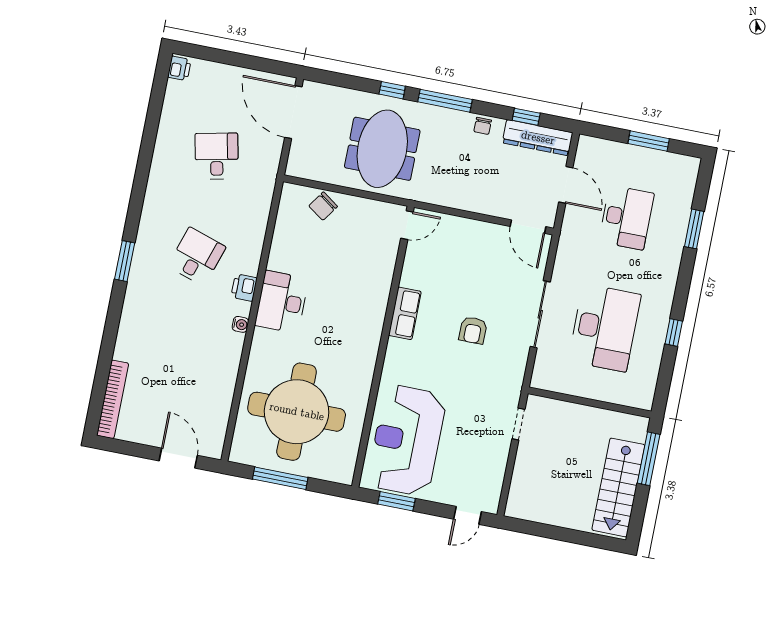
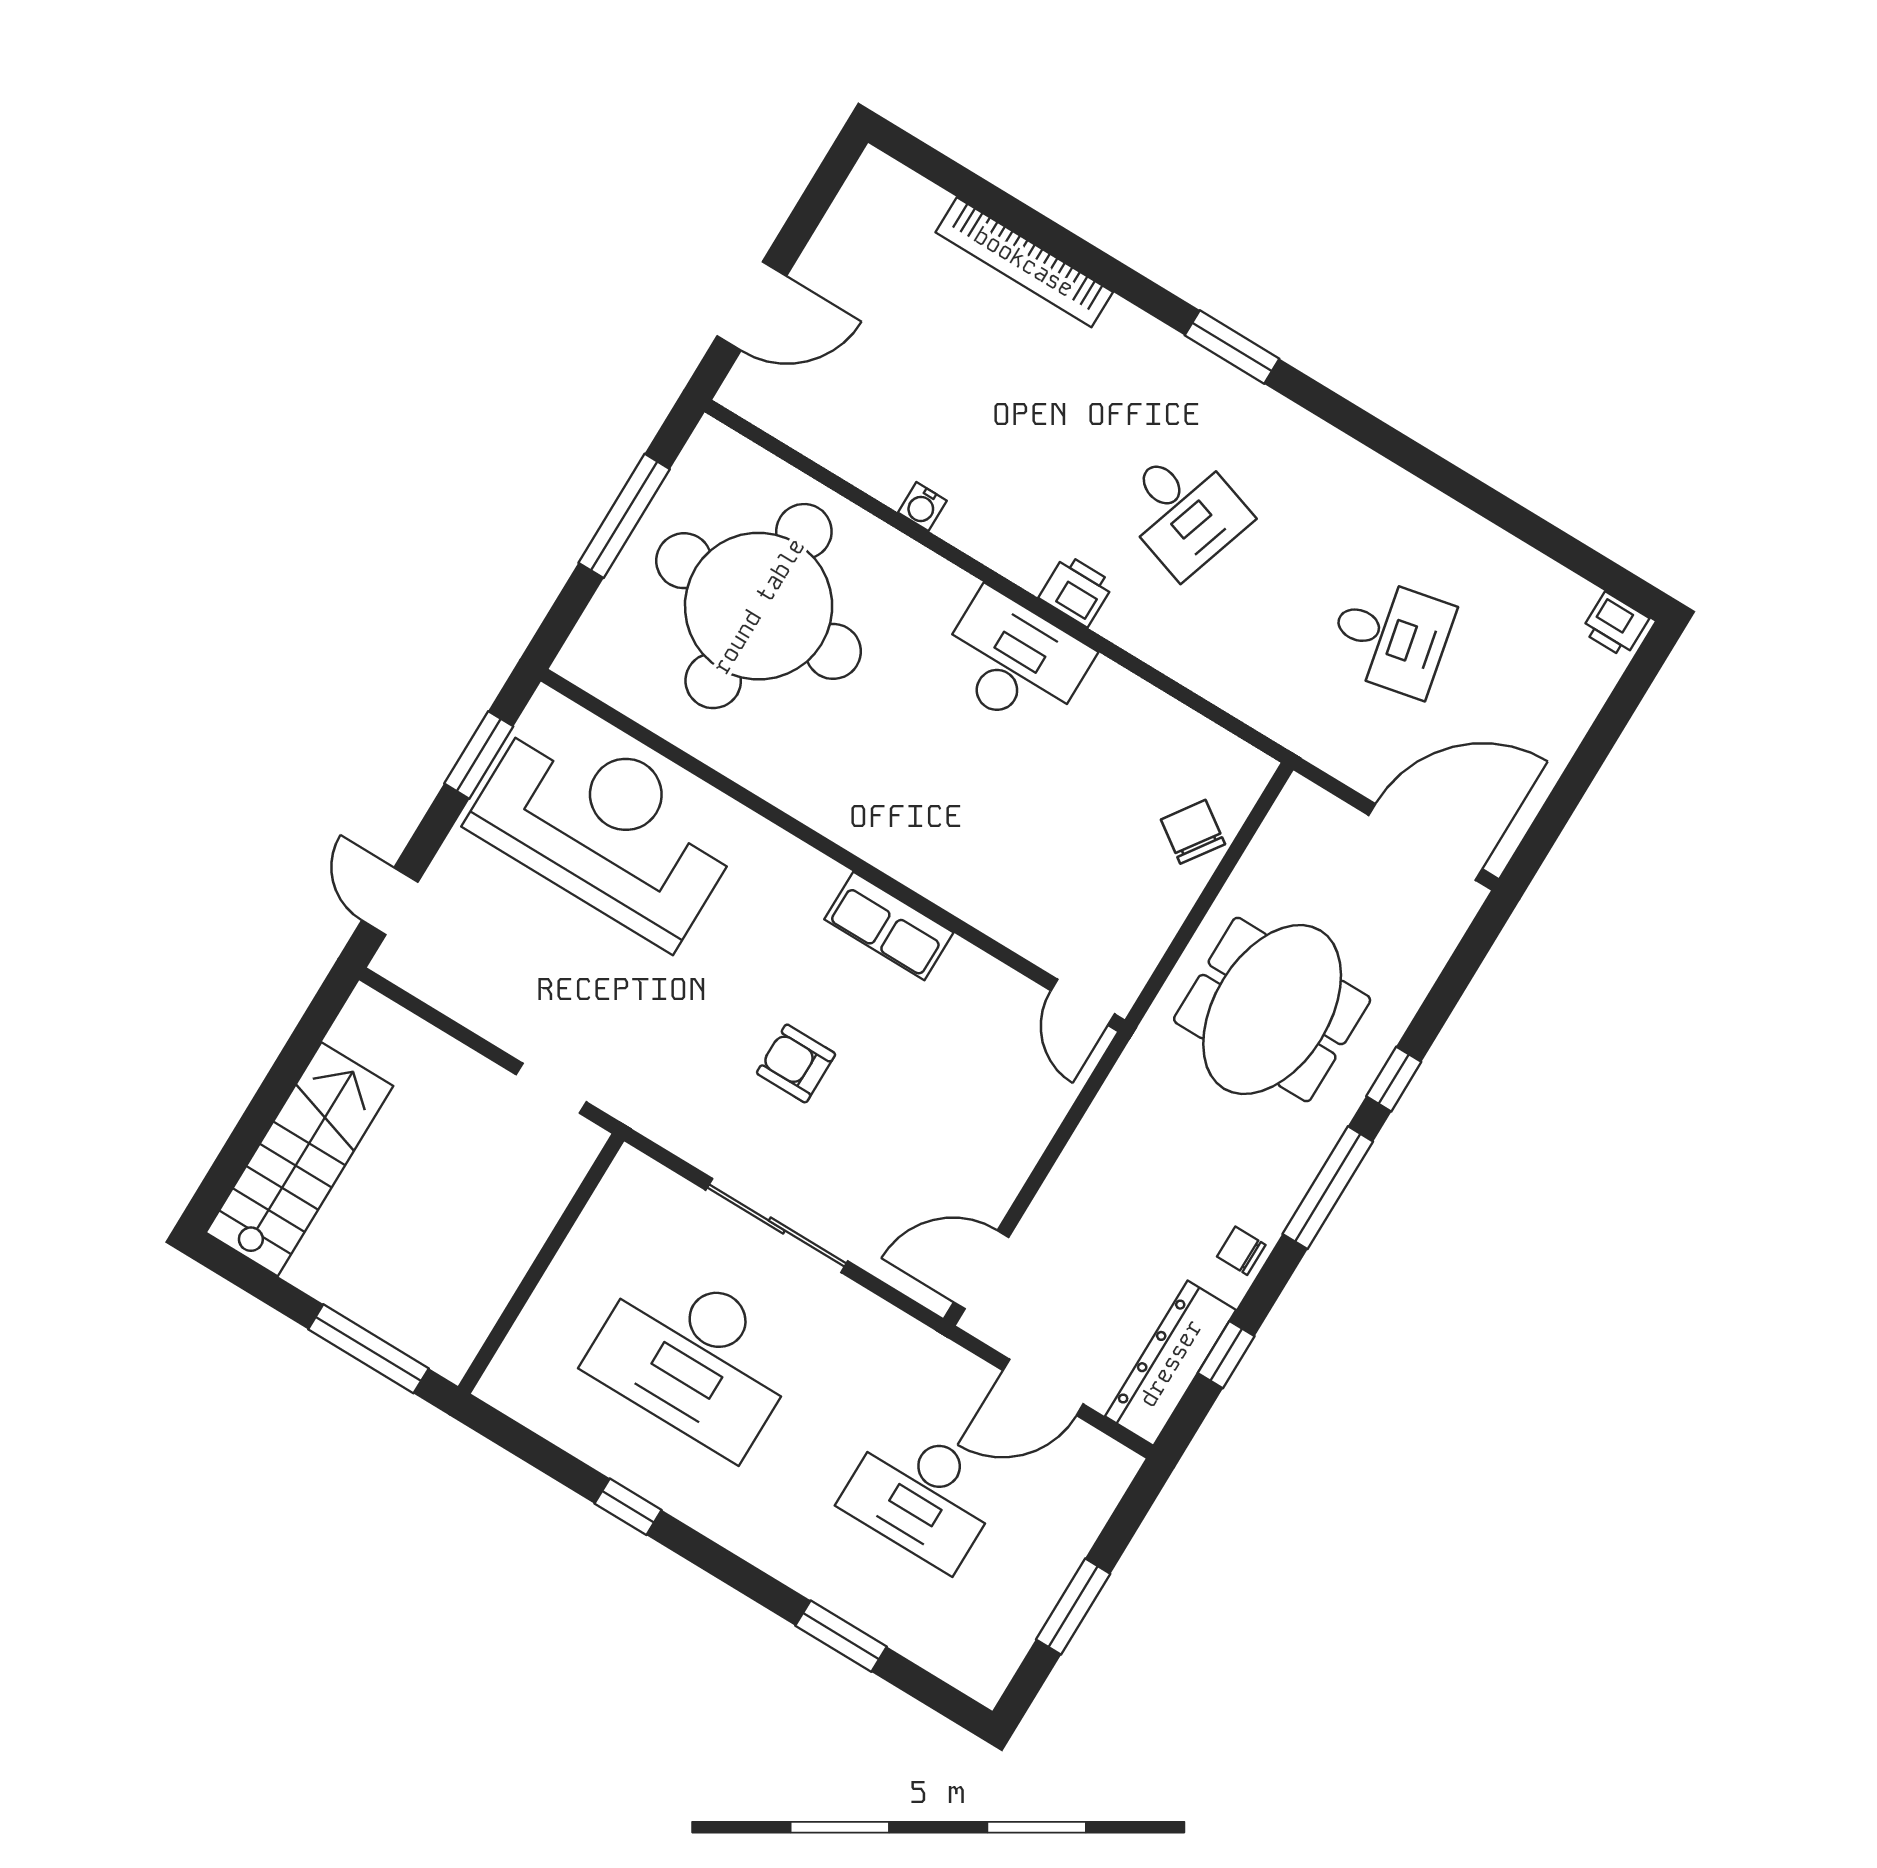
meeting table: (382, 149) -> (1272, 1010), turned 90
water cooler: (240, 324) -> (922, 507), moved
bookcase: (113, 399) -> (1024, 262), moved
stairs: (618, 487) -> (299, 1159), moved, turned 90

